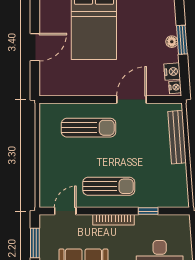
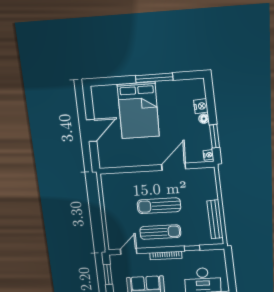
window: (182, 40) -> (214, 136), moved
nightstand: (172, 72) -> (201, 106), moved
sun lounger: (89, 128) -> (159, 206), moved, turned 180
bench: (177, 137) -> (215, 219), moved

